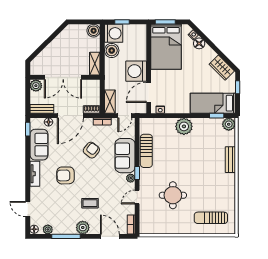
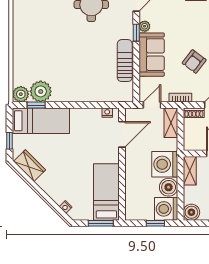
floor lamp: (199, 43) -> (58, 196), removed
bed: (166, 47) -> (106, 192), width x0.67
washing machine: (136, 71) -> (165, 164), moved, turned 180
plant: (184, 126) -> (41, 91), moved
bench: (230, 160) -> (19, 50), removed

